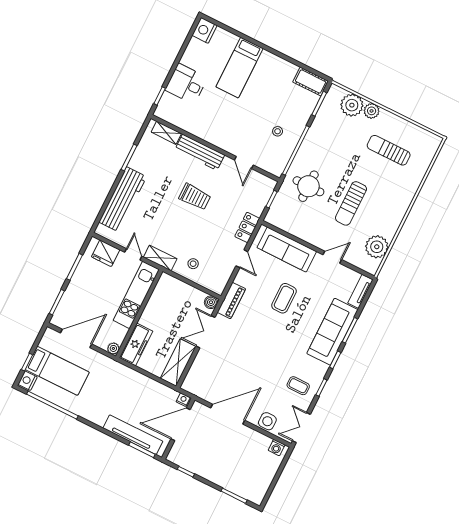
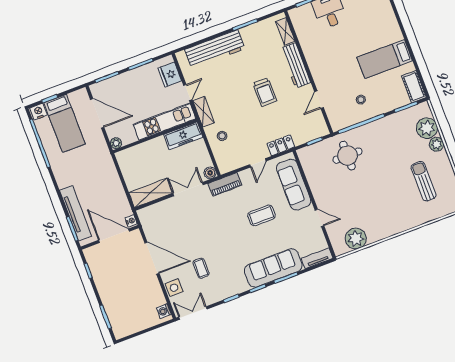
bed: (239, 68) -> (385, 59), moved
sun lounger: (351, 203) -> (365, 193), removed
freezer: (136, 345) -> (183, 136), moved
coffee table: (298, 386) -> (201, 268), moved

